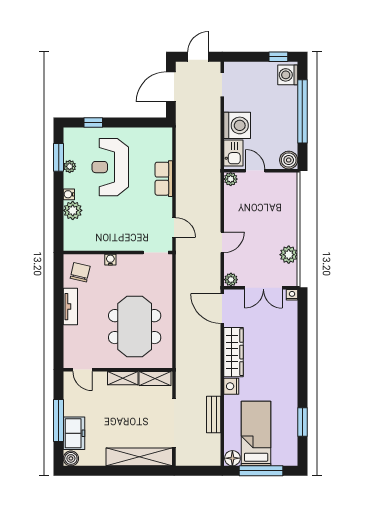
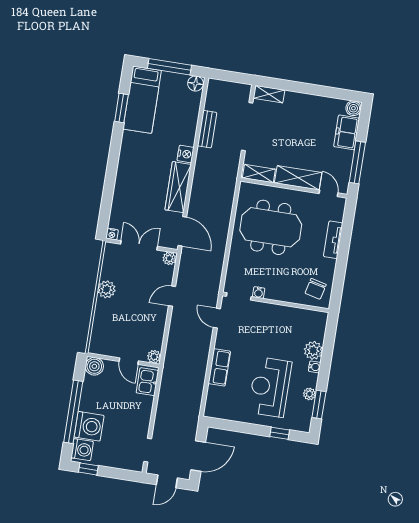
washing machine: (237, 125) -> (89, 426), moved, turned 180
reception desk: (110, 167) -> (270, 387), turned 180
plant: (289, 255) -> (107, 289), moved
water cooler: (110, 260) -> (259, 293), moved
tv unit: (70, 307) -> (333, 240), moved
meeting table: (135, 327) -> (271, 227), turned 90
shelving: (123, 378) -> (298, 178), width x1.50, depth x1.33
window: (59, 420) -> (357, 162), moved
bed: (256, 434) -> (142, 100), moved
shelving: (139, 457) -> (269, 94), width x0.45, depth x0.75

